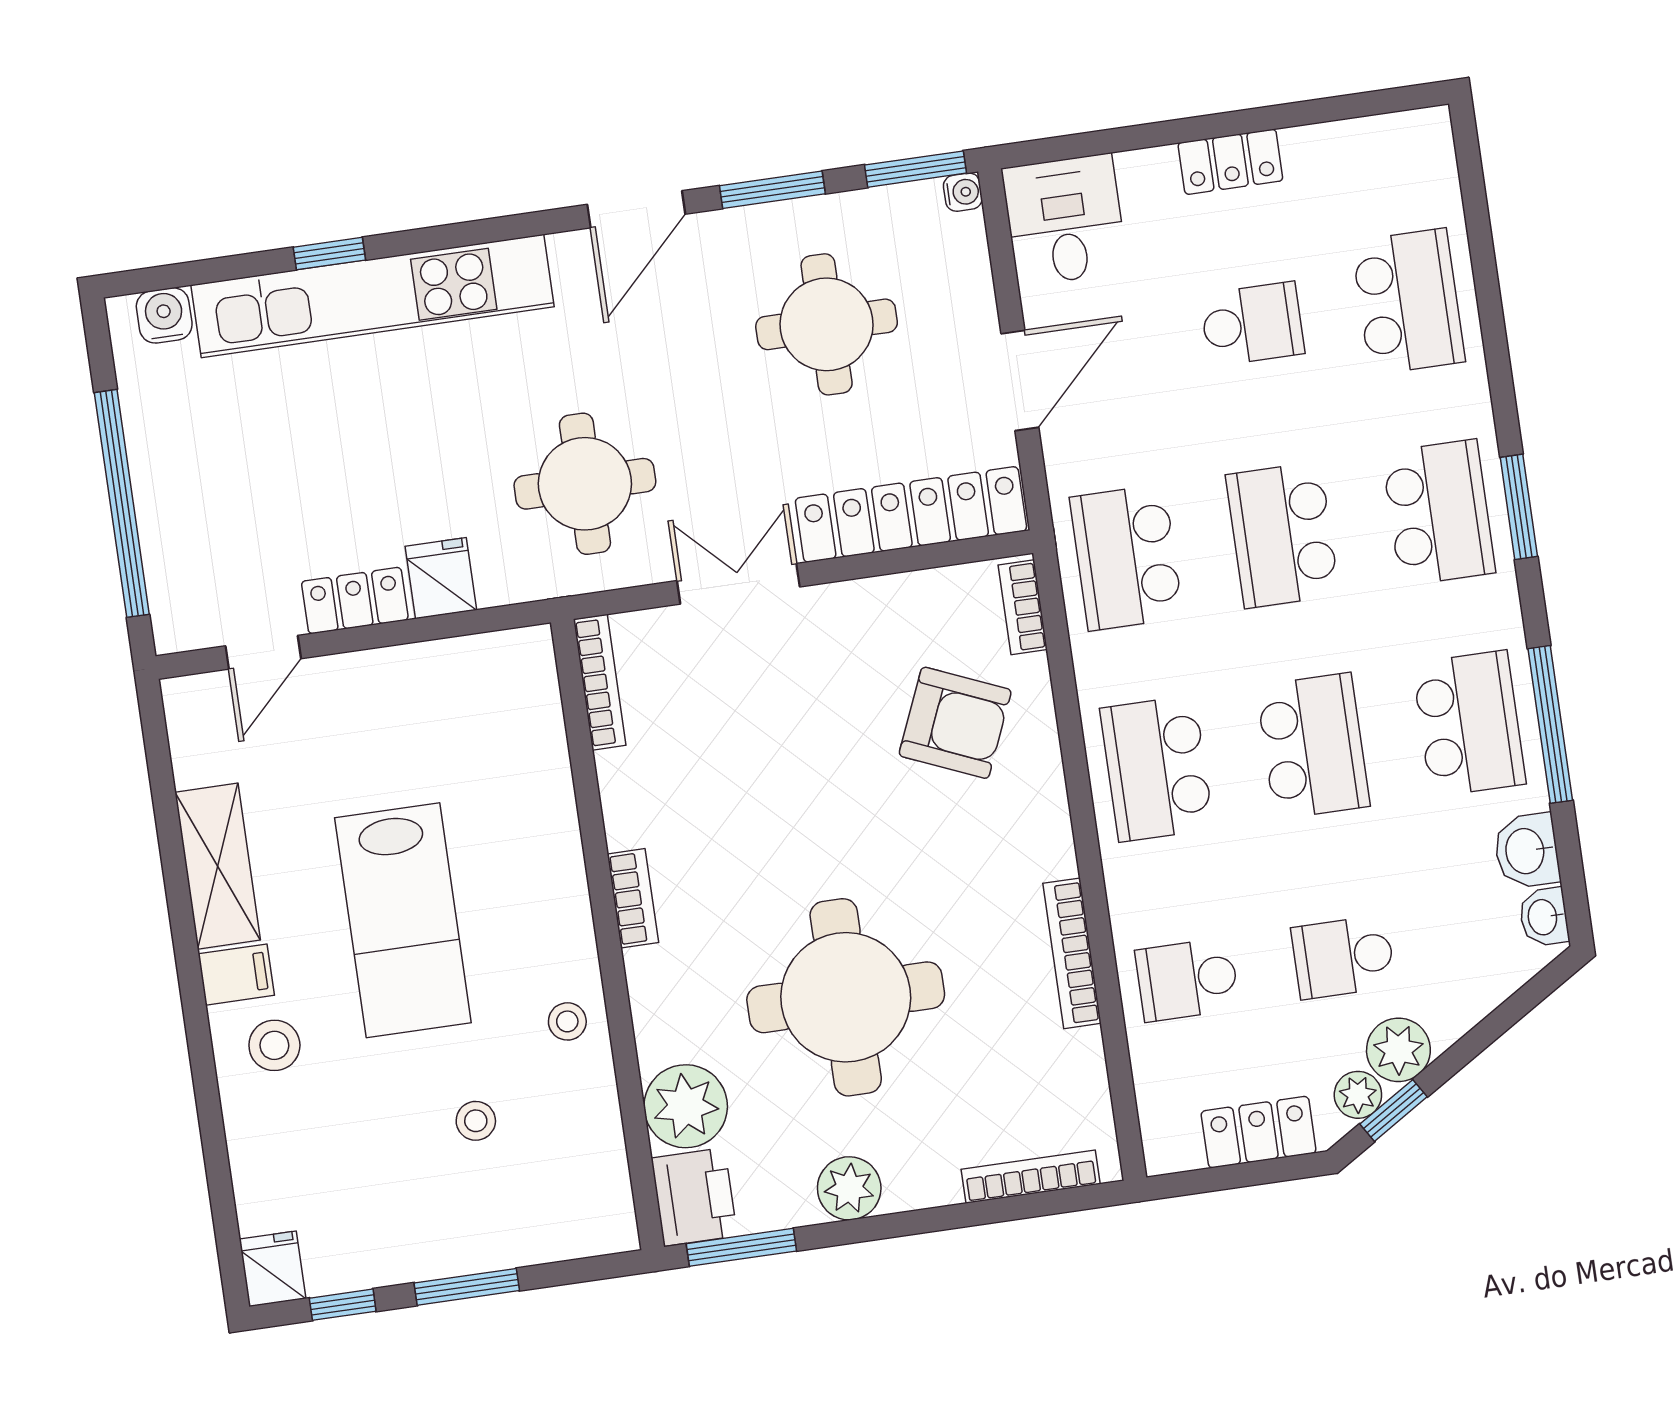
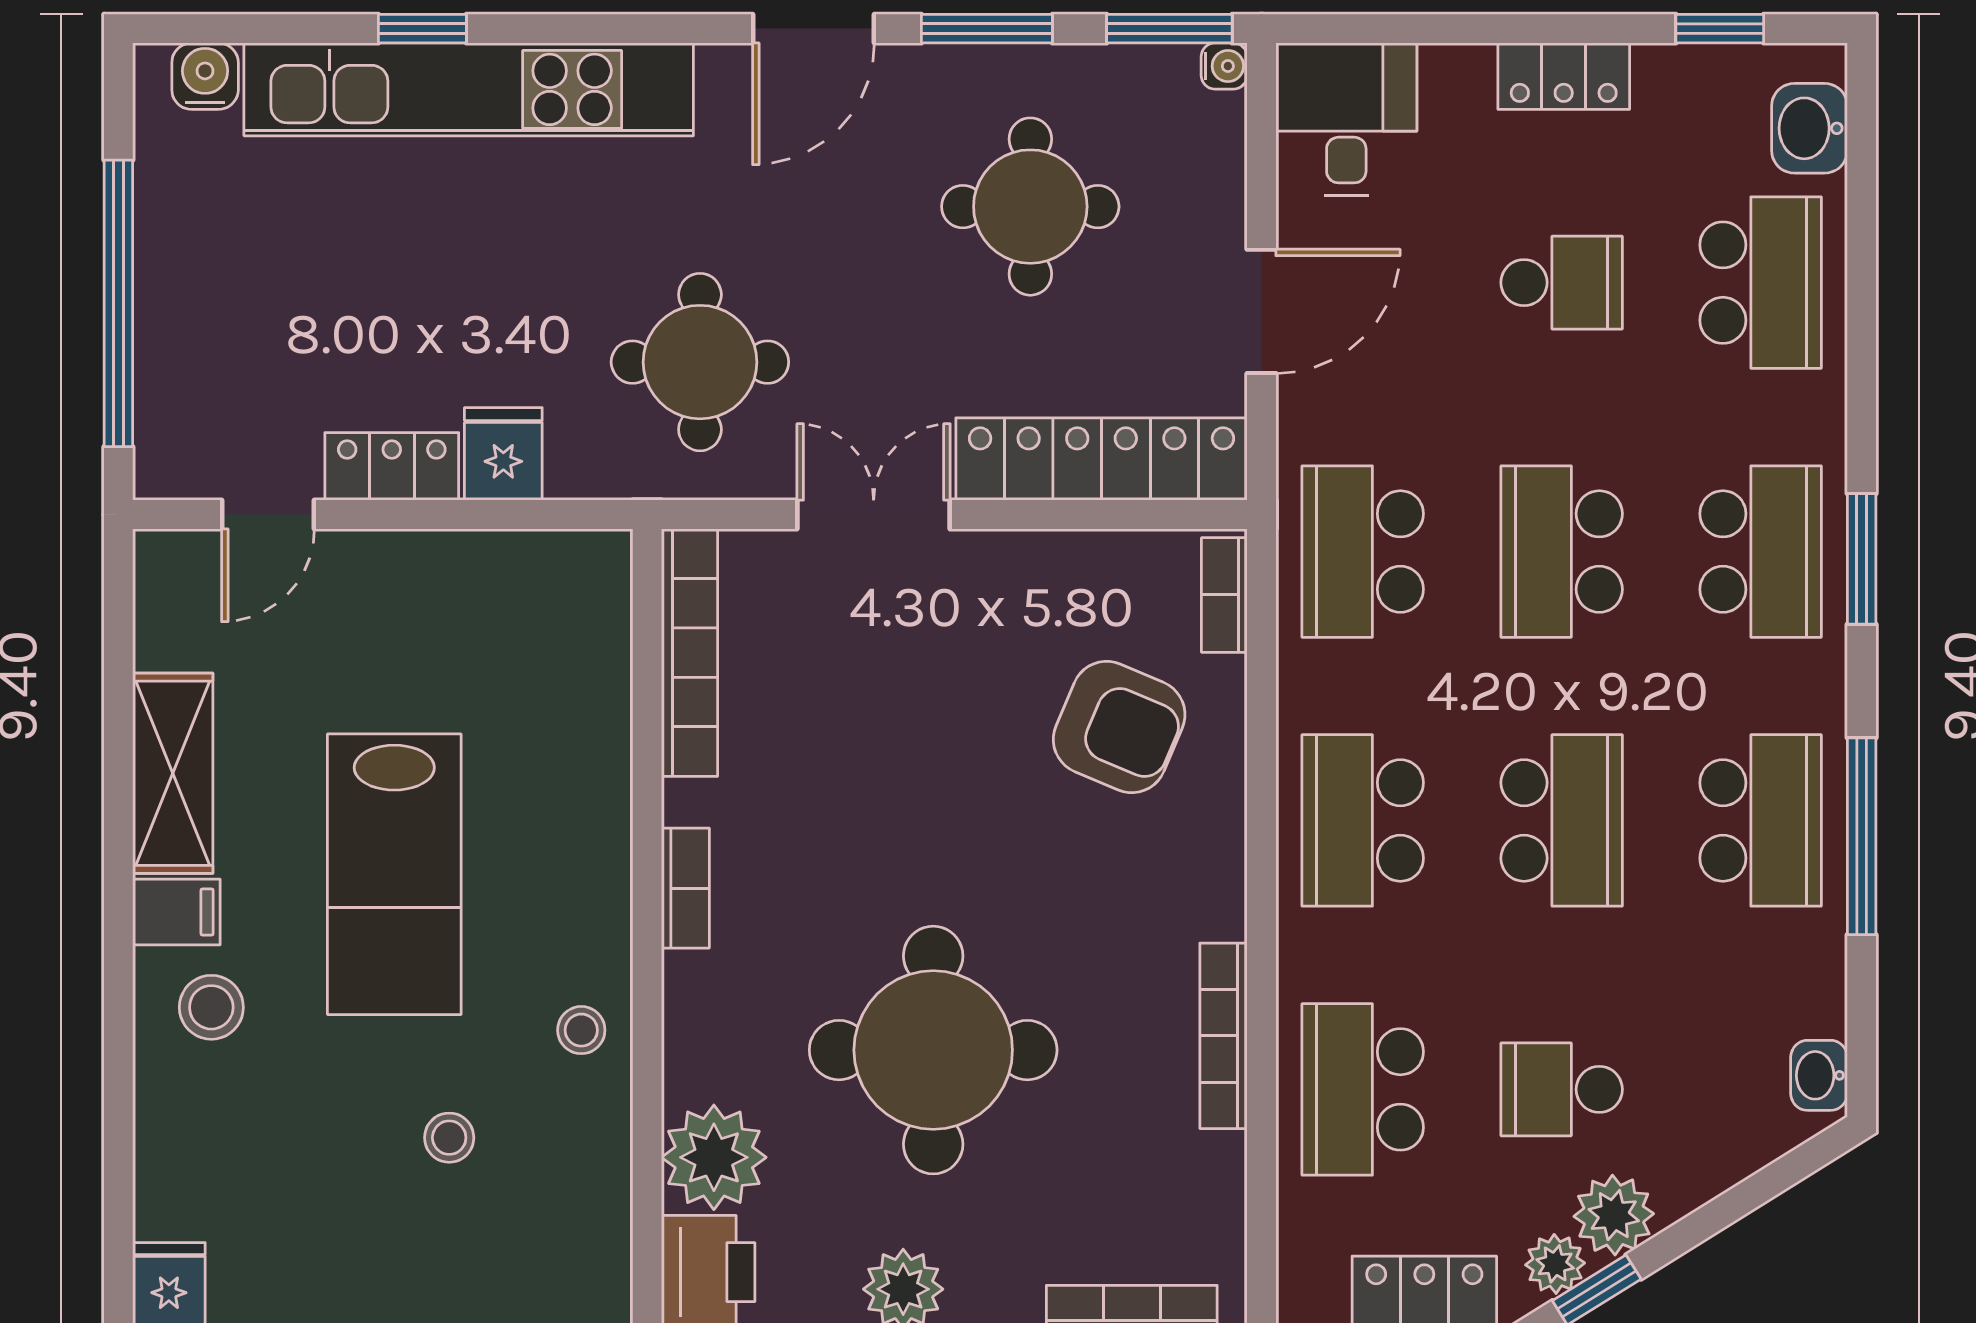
window: (1347, 107) -> (1720, 29), added
bookcase: (600, 682) -> (689, 653), width x1.48, depth x1.31
washbasin: (1527, 851) -> (1809, 128), moved
school desk: (1187, 980) -> (1363, 1089), width x1.85

